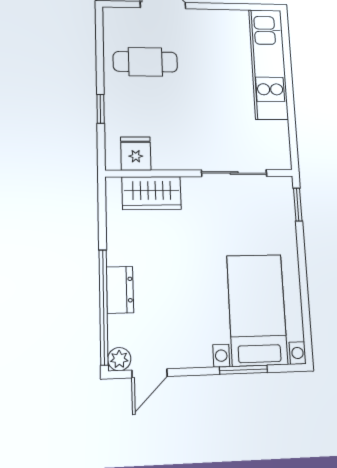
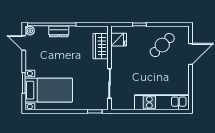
cafe table: (145, 62) -> (162, 45), turned 46

